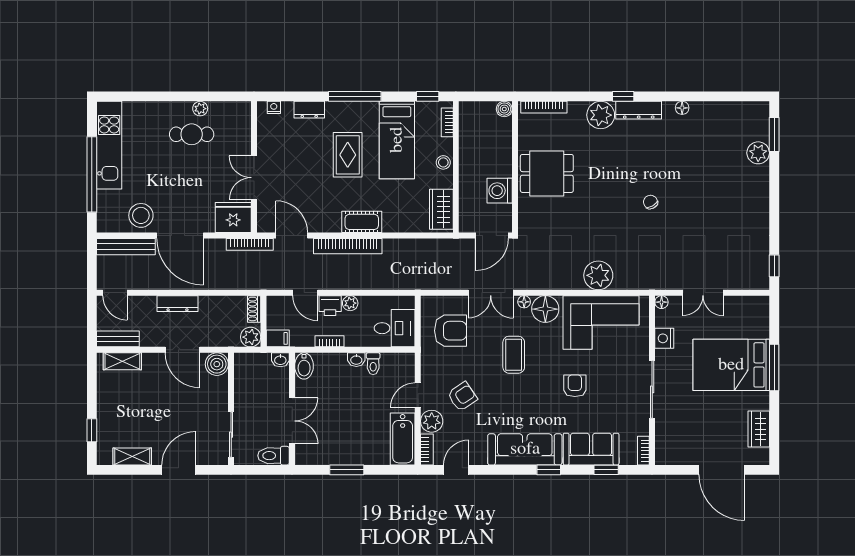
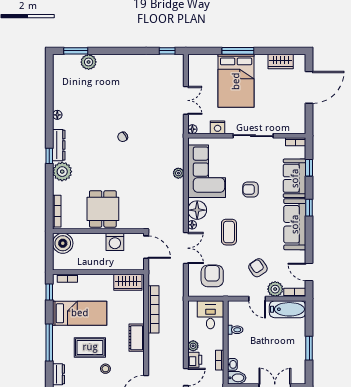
boiler: (504, 109) -> (63, 243), width x1.86, depth x1.86
stool: (443, 162) -> (105, 369), moved
bookcase: (348, 246) -> (153, 309), moved
plant: (598, 275) -> (178, 173), width x0.53, depth x0.53
coffee table: (514, 355) -> (229, 232), turned 90
washbasin: (356, 360) -> (232, 364), moved

